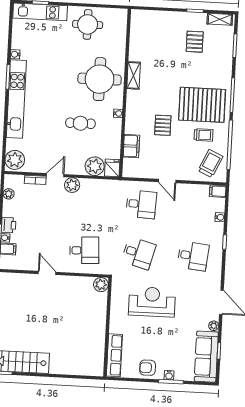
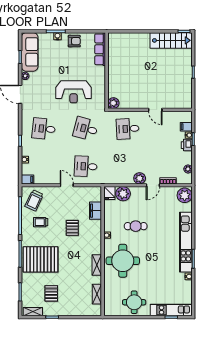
shelving: (135, 38) -> (97, 294), added
pallet: (202, 105) -> (41, 259), moved

